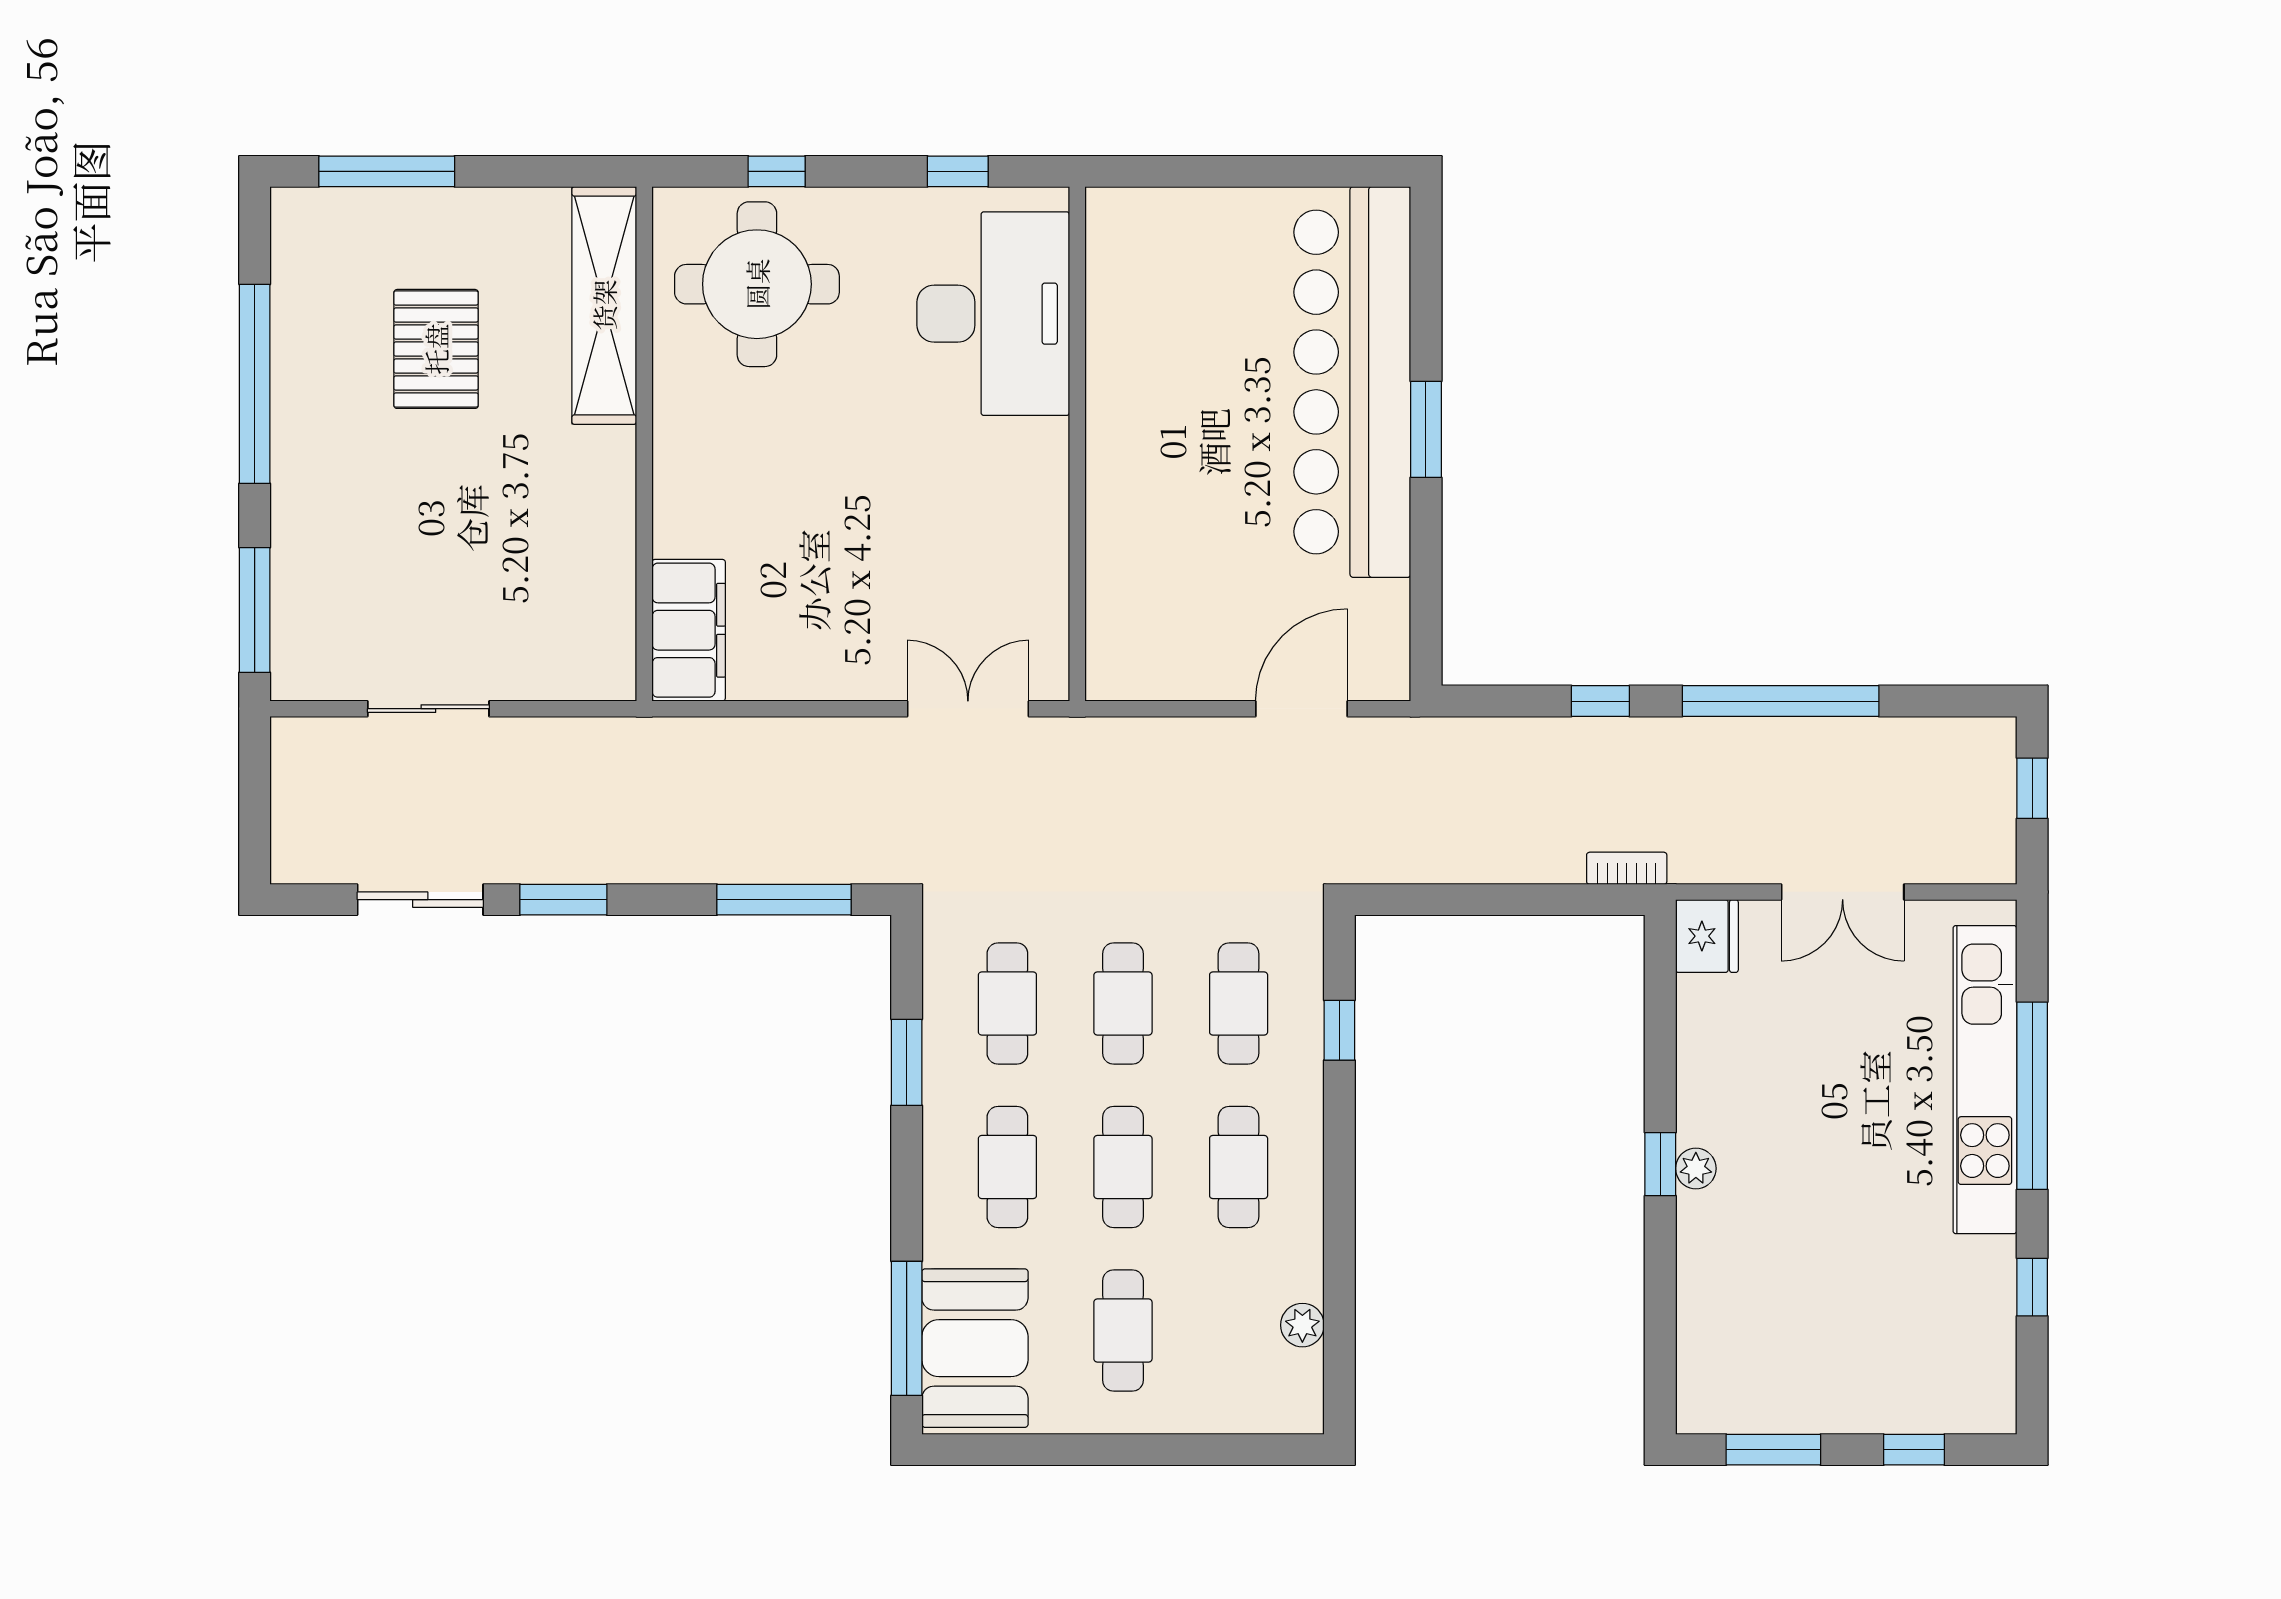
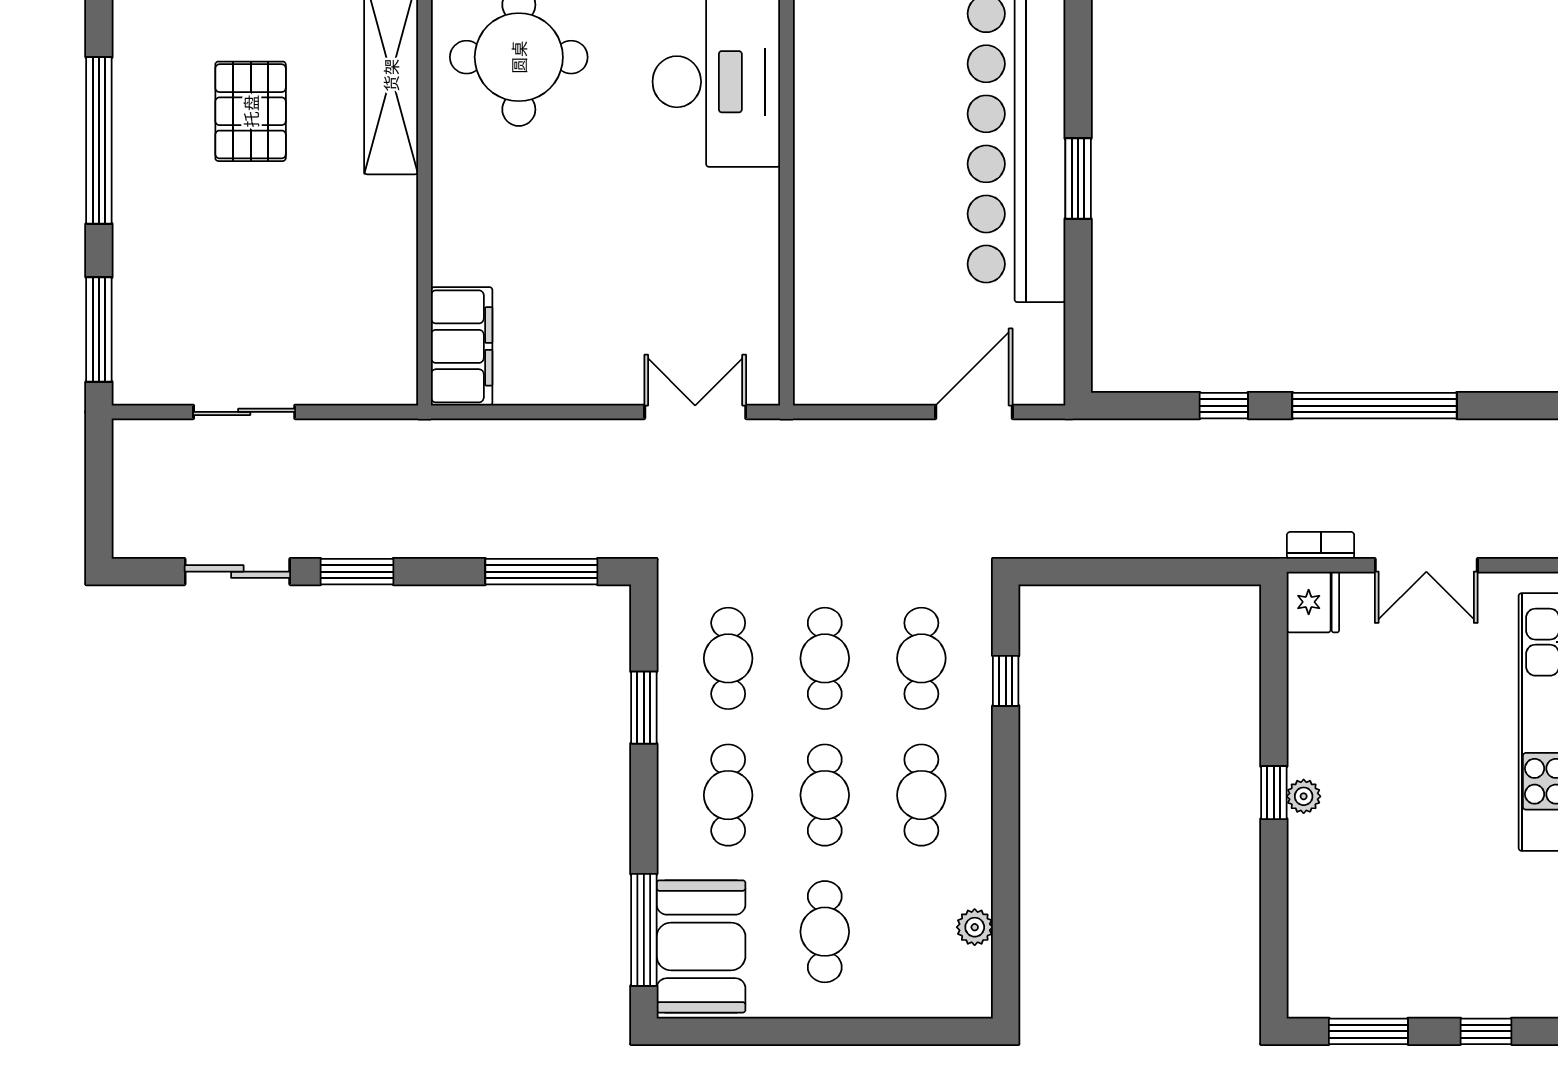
bookcase: (1627, 868) -> (1321, 545), moved

